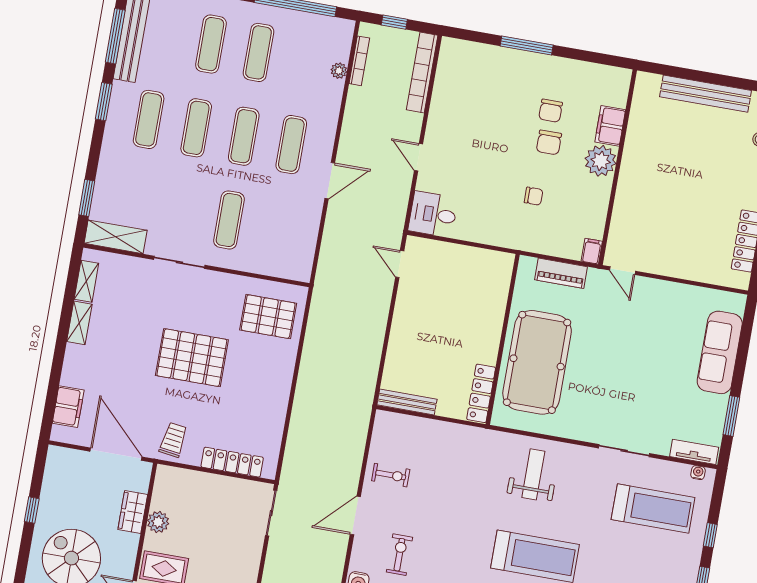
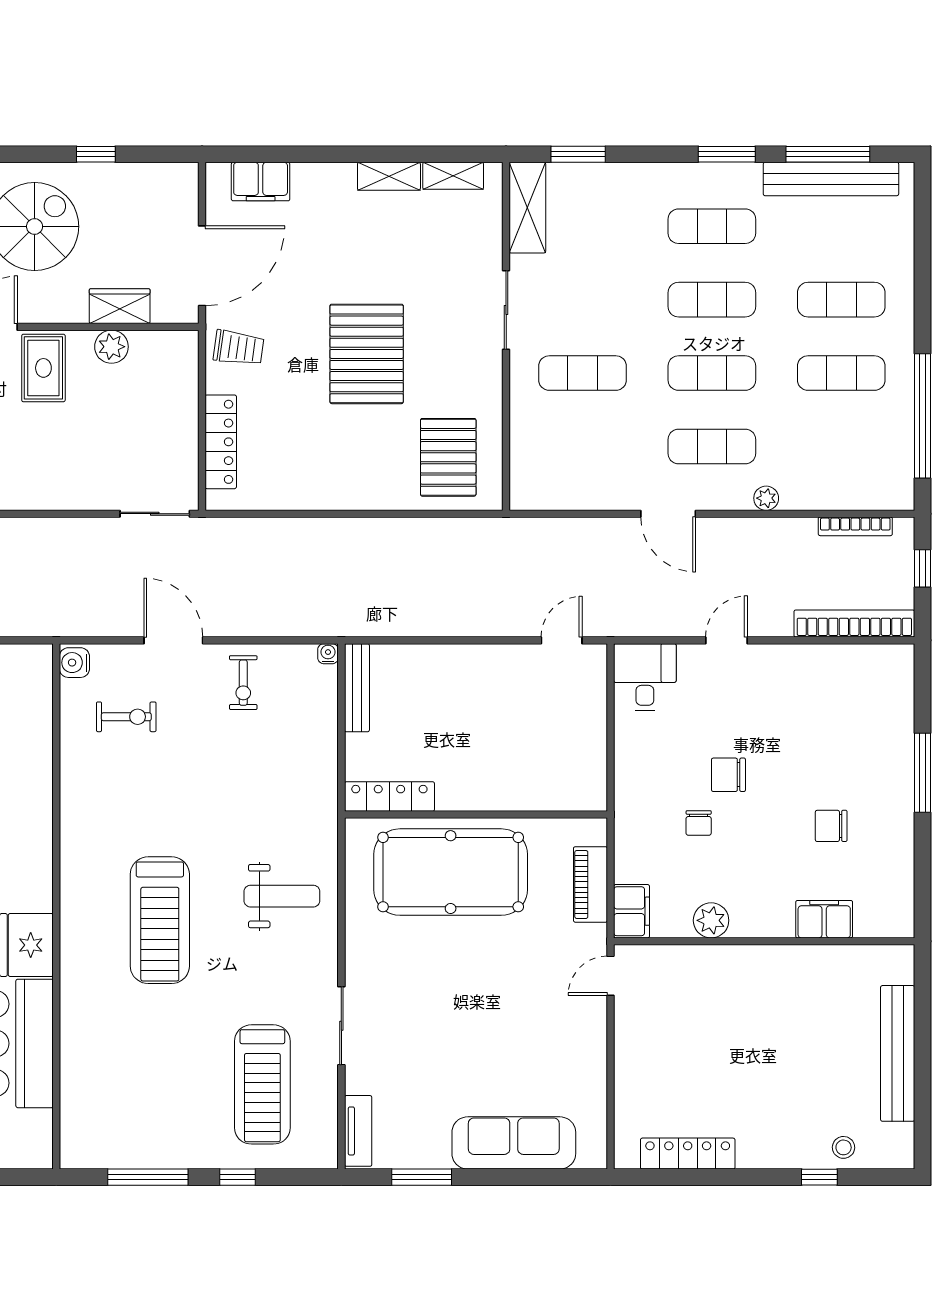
plant: (339, 71) -> (766, 498), moved
chair: (549, 142) -> (728, 775), moved
plant: (601, 161) -> (711, 920), moved, width x0.73, depth x0.73
filing cabinet: (592, 251) -> (632, 911), width x2.00
water cooler: (698, 473) -> (328, 654), moved, turned -90

